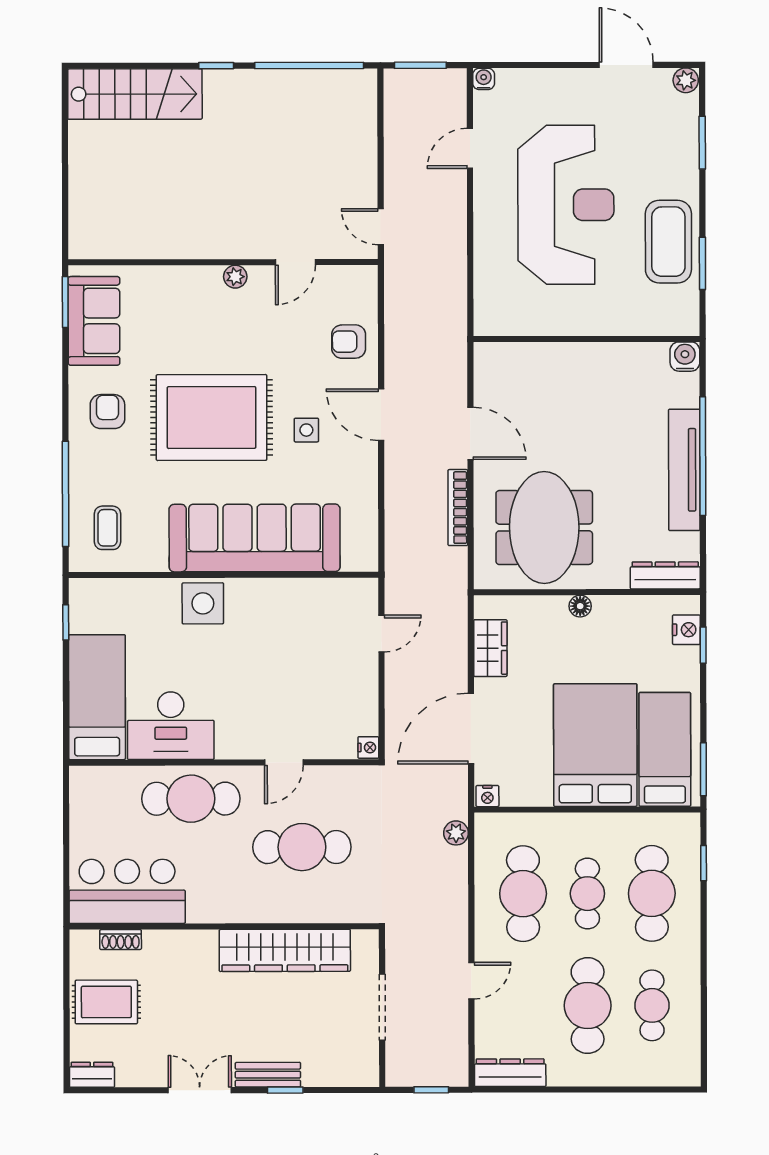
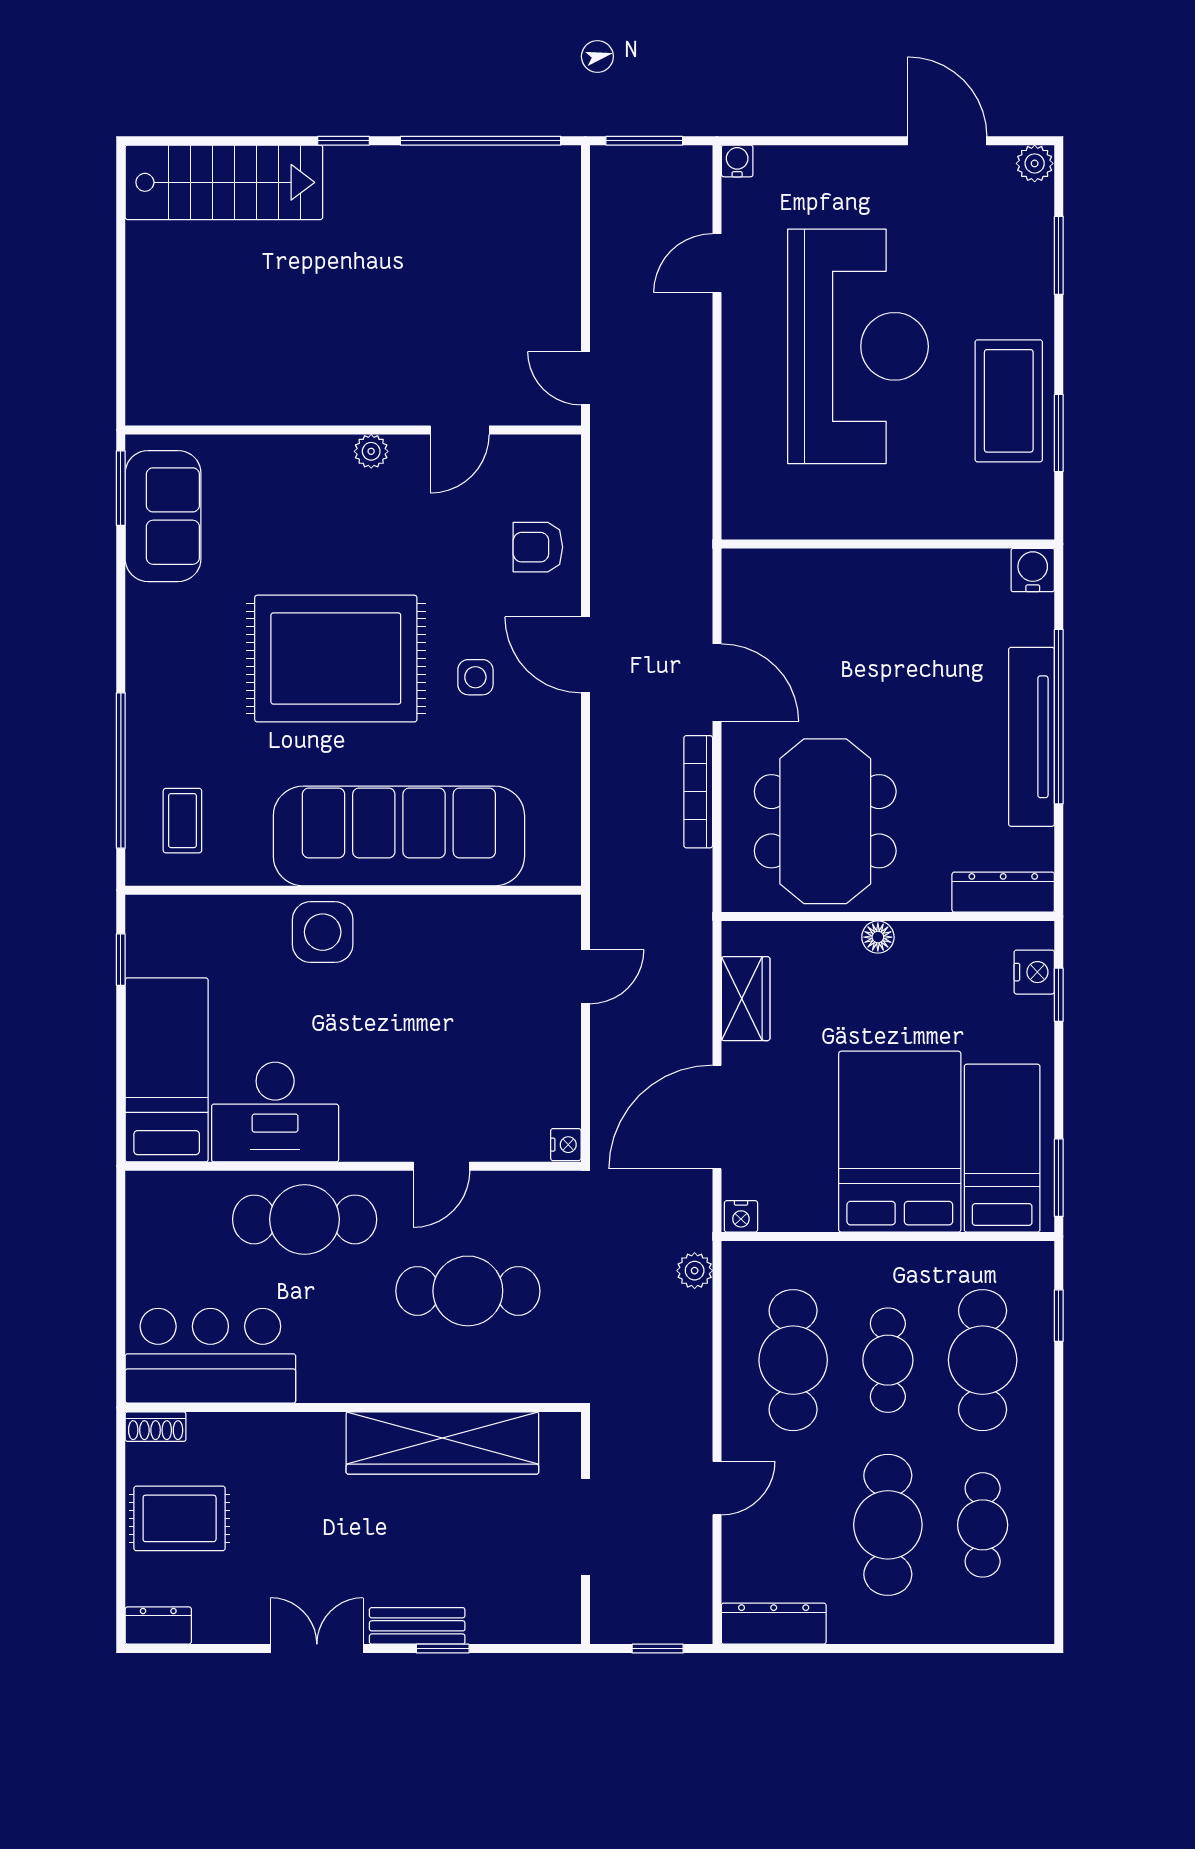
armchair: (107, 412) -> (183, 650), removed
shoe rack: (121, 940) -> (156, 1427), moved

